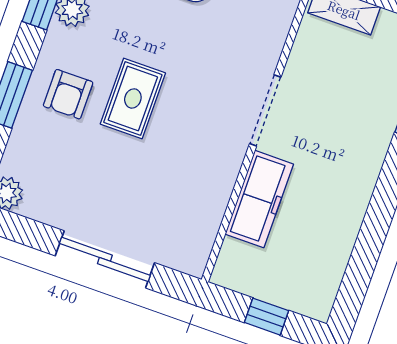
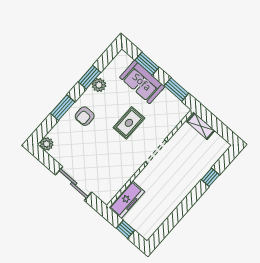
rug: (133, 98) -> (129, 123), moved
freezer: (259, 199) -> (127, 200), moved

